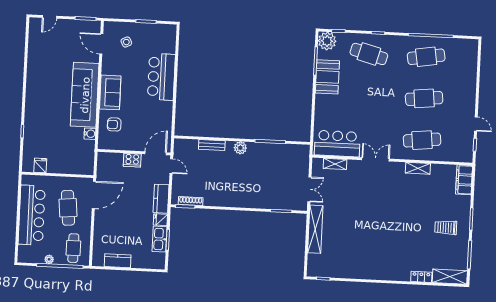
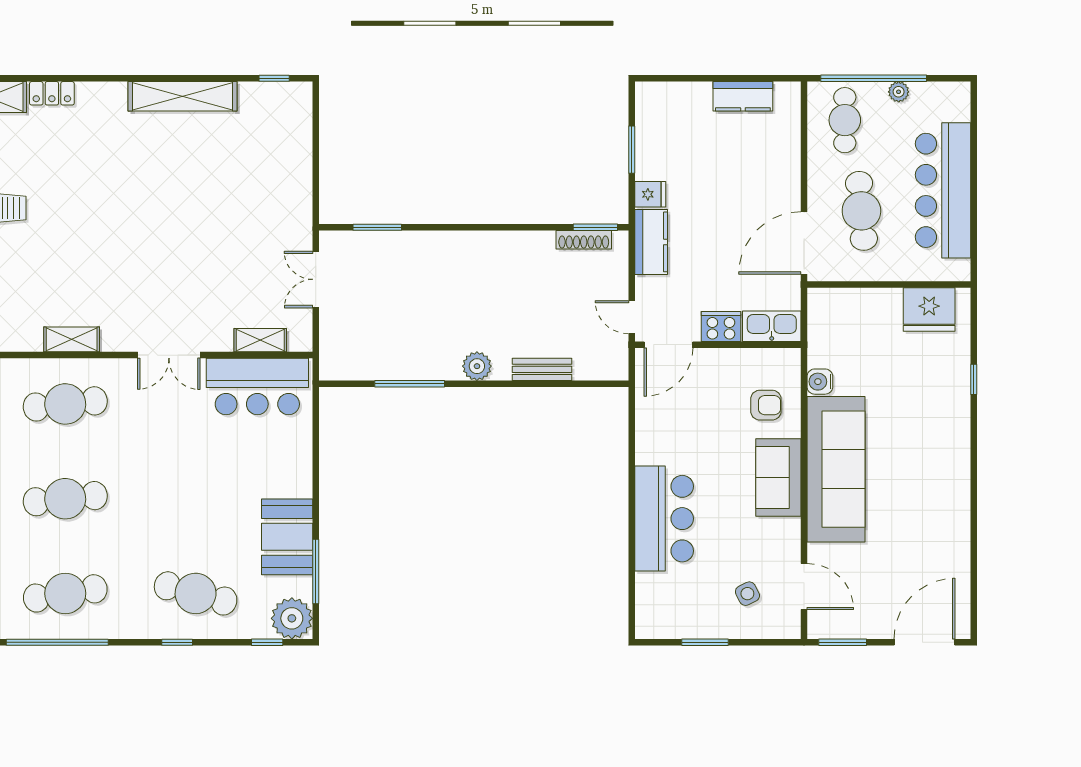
door: (50, 17) -> (925, 642), width x1.87
fridge: (40, 165) -> (929, 310), width x1.88, depth x1.34
shelving: (315, 229) -> (182, 96), moved, turned 90
kitchen sink: (160, 239) -> (772, 326), moved, turned -90

